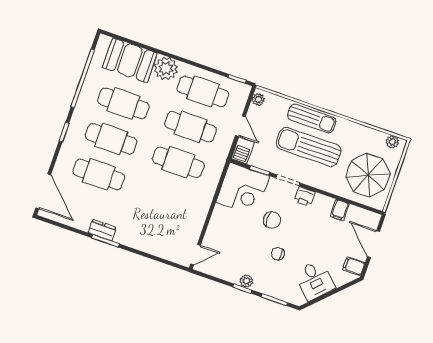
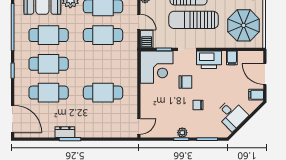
cafe table: (178, 162) -> (103, 93), moved
printer: (305, 197) -> (209, 60), width x1.87, depth x1.48

